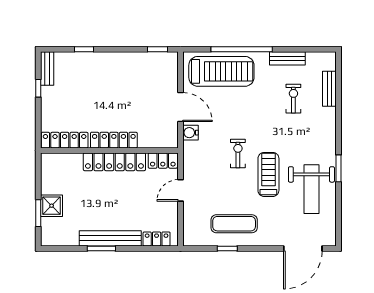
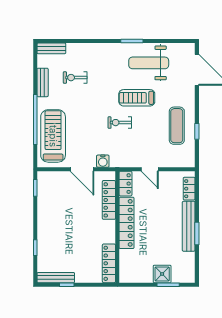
bench: (47, 69) -> (56, 278), width x1.36
bench: (329, 89) -> (51, 48), moved
door: (180, 107) -> (82, 169), swing flipped
locker: (114, 140) -> (109, 200), moved
weight bench: (311, 189) -> (149, 63), turned 180

